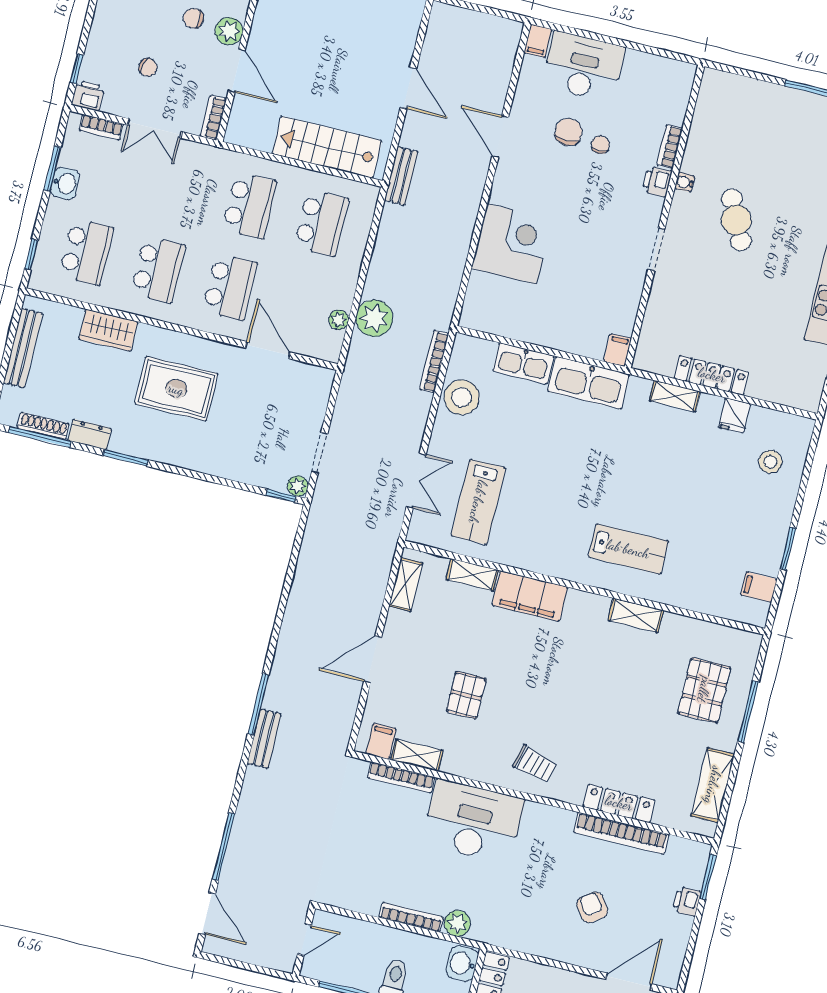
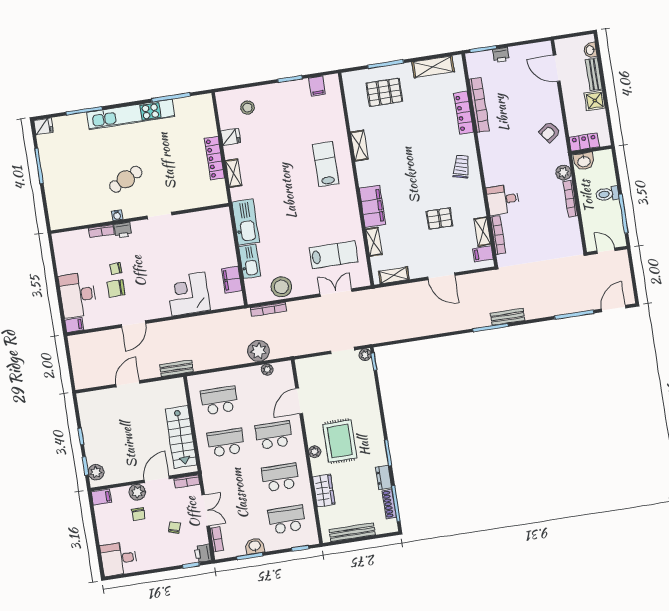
stairs: (327, 147) -> (181, 437), moved
plant: (176, 341) -> (315, 452), added
filing cabinet: (618, 350) -> (232, 280), moved, width x2.00
desk: (473, 821) -> (503, 200), width x0.53, depth x0.77
armchair: (592, 907) -> (550, 132), moved

